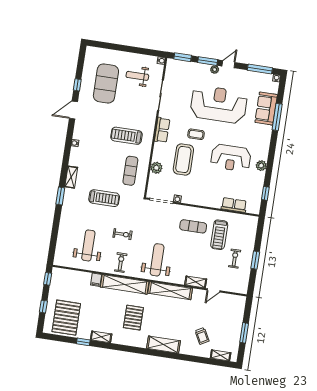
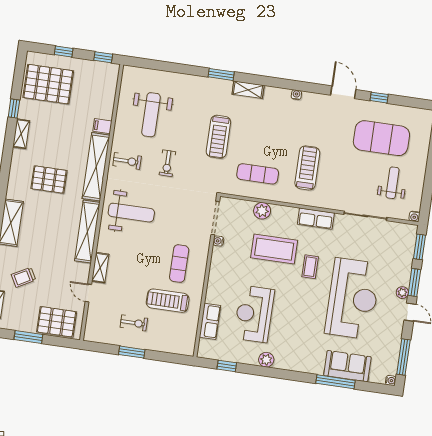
reception desk: (231, 158) -> (254, 314), moved
weight bench: (88, 245) -> (151, 115), turned 90
pallet: (234, 313) -> (57, 322), added

